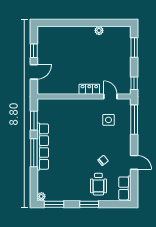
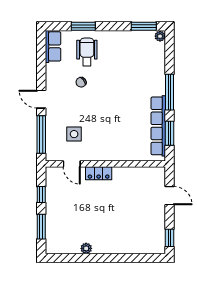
window: (34, 51) -> (169, 238), moved
door: (34, 72) -> (169, 196), swing flipped
window: (134, 83) -> (41, 195), moved
row of seats: (43, 147) -> (158, 126), moved
door: (134, 162) -> (41, 99), moved
window: (89, 204) -> (83, 26), moved

